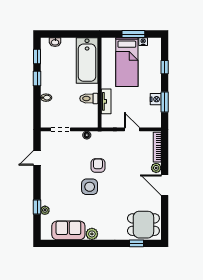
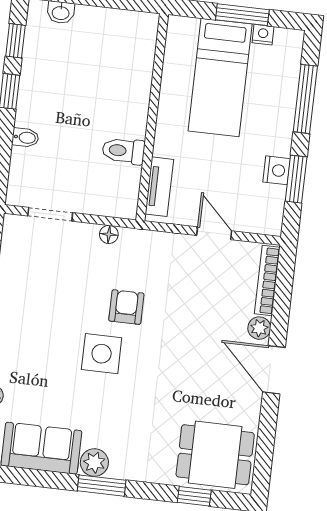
bathtub: (87, 60) -> (129, 63), removed
window: (165, 67) -> (305, 99), width x2.17
tv unit: (106, 101) -> (159, 187), moved
window: (96, 243) -> (102, 486), added

